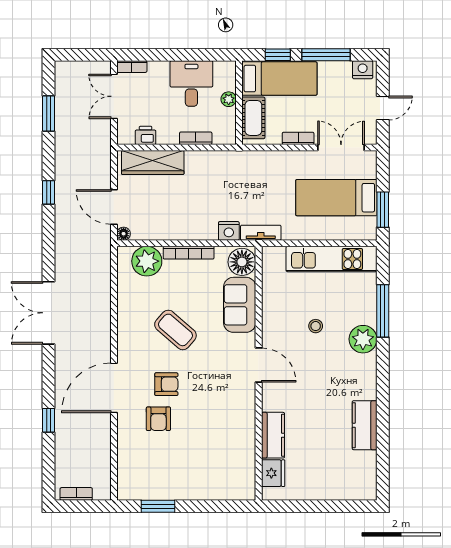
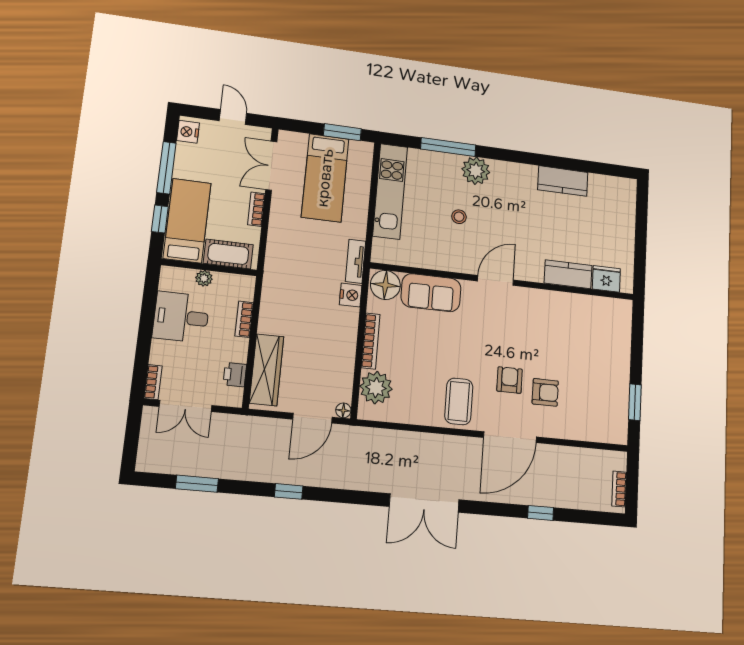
coffee table: (175, 330) -> (459, 401), moved, turned -41
door: (114, 388) -> (510, 437), hinge flipped

